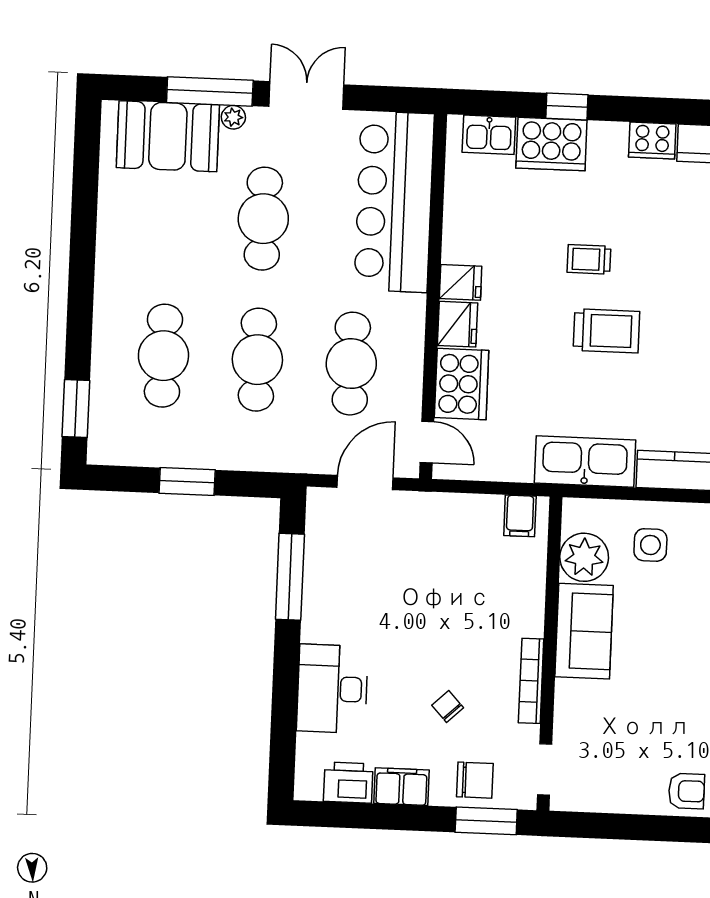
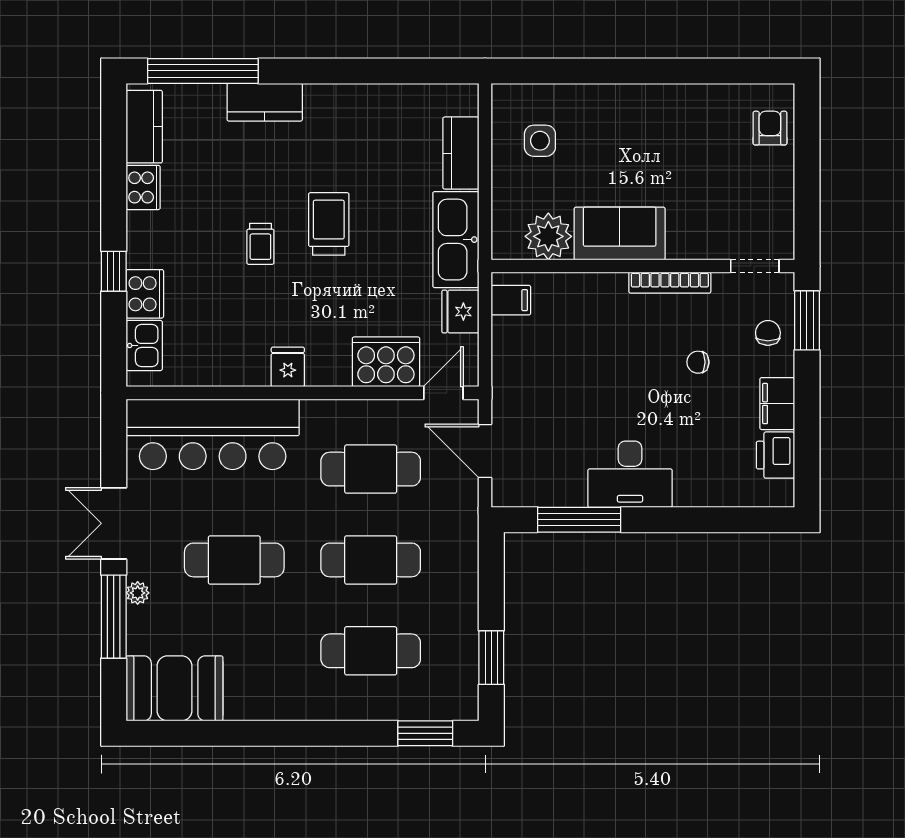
booth: (168, 136) -> (175, 688), moved, turned 90
cooker: (551, 144) -> (145, 294), width x0.73, depth x0.76
fridge: (457, 324) -> (460, 312), moved, turned -90
window: (187, 482) -> (491, 658), moved
side table: (650, 545) -> (540, 141), moved
desk: (332, 689) -> (630, 474), moved
chair: (448, 707) -> (698, 362), turned 43
chair: (475, 780) -> (768, 333), width x0.73, depth x0.73

